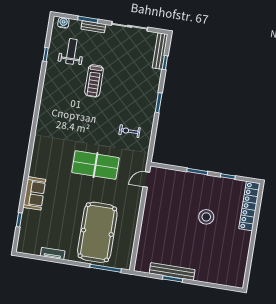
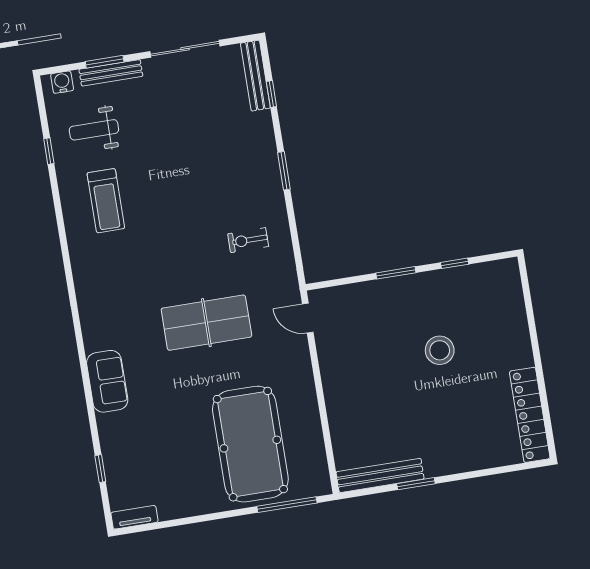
bench: (93, 27) -> (111, 73), width x1.36
weight bench: (71, 51) -> (94, 130), turned -90
treadmill: (94, 81) -> (106, 201), moved
door: (146, 179) -> (308, 318), hinge flipped
sofa: (34, 193) -> (107, 381), moved
locker: (249, 206) -> (530, 415), moved
tv unit: (53, 253) -> (134, 517), moved
bench: (172, 271) -> (380, 475), moved

